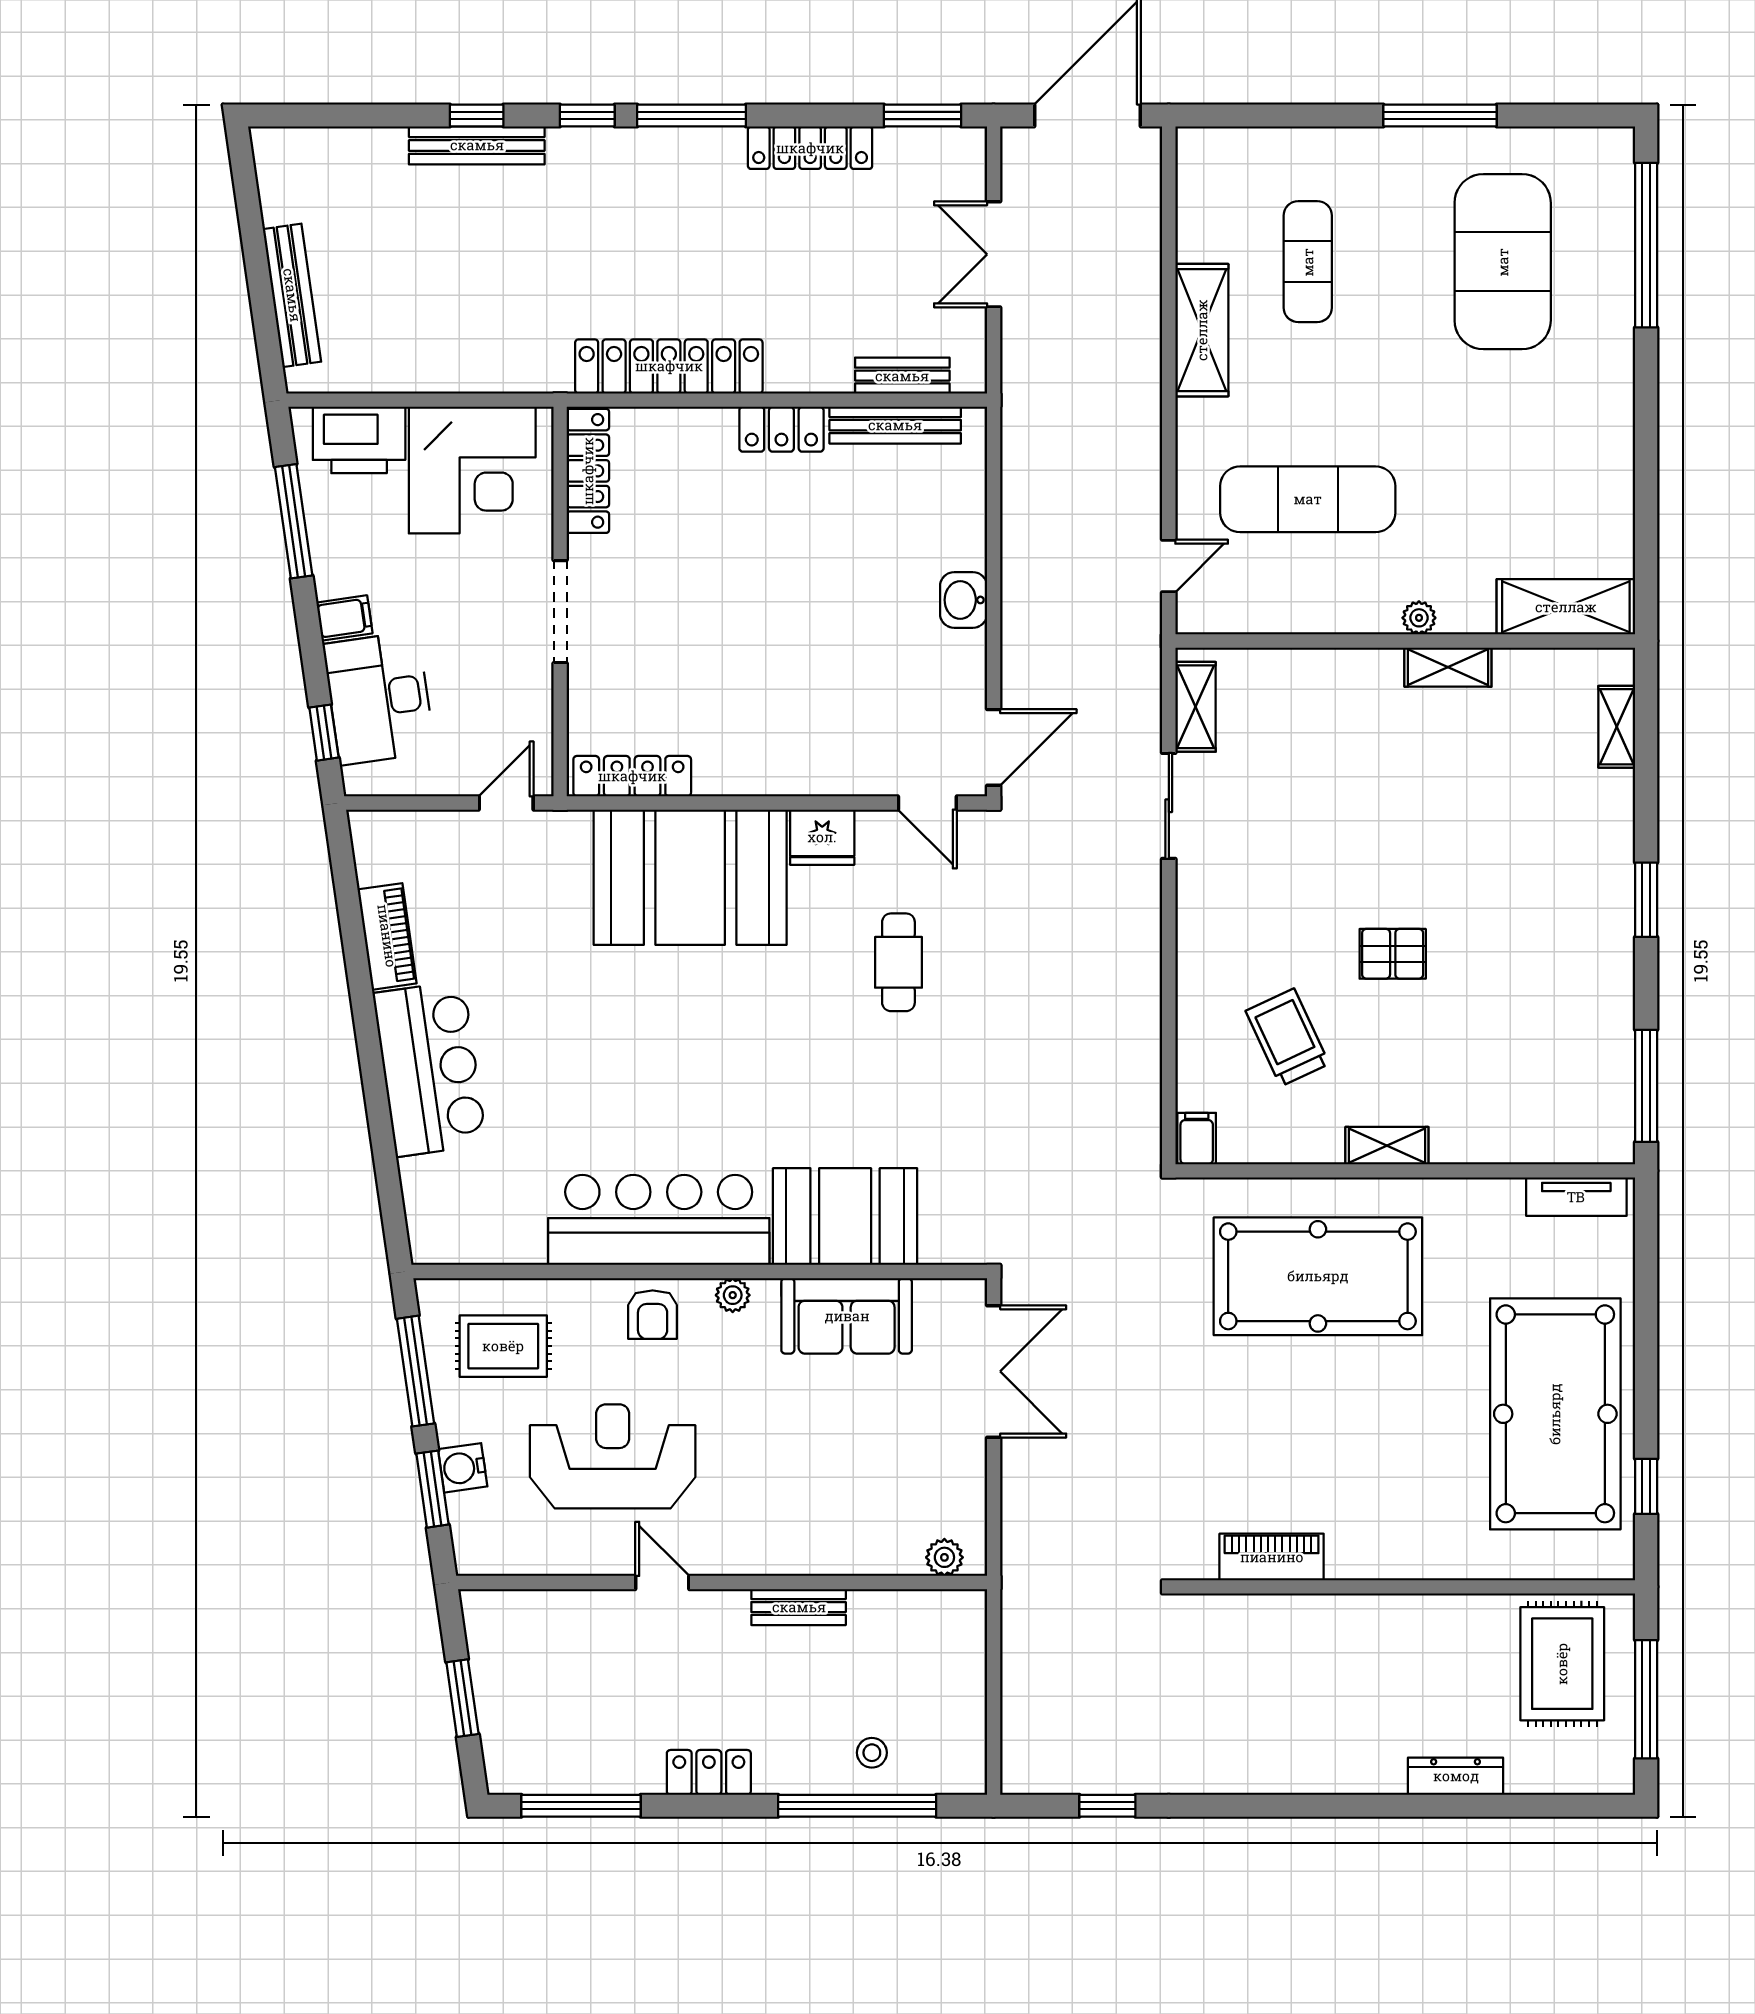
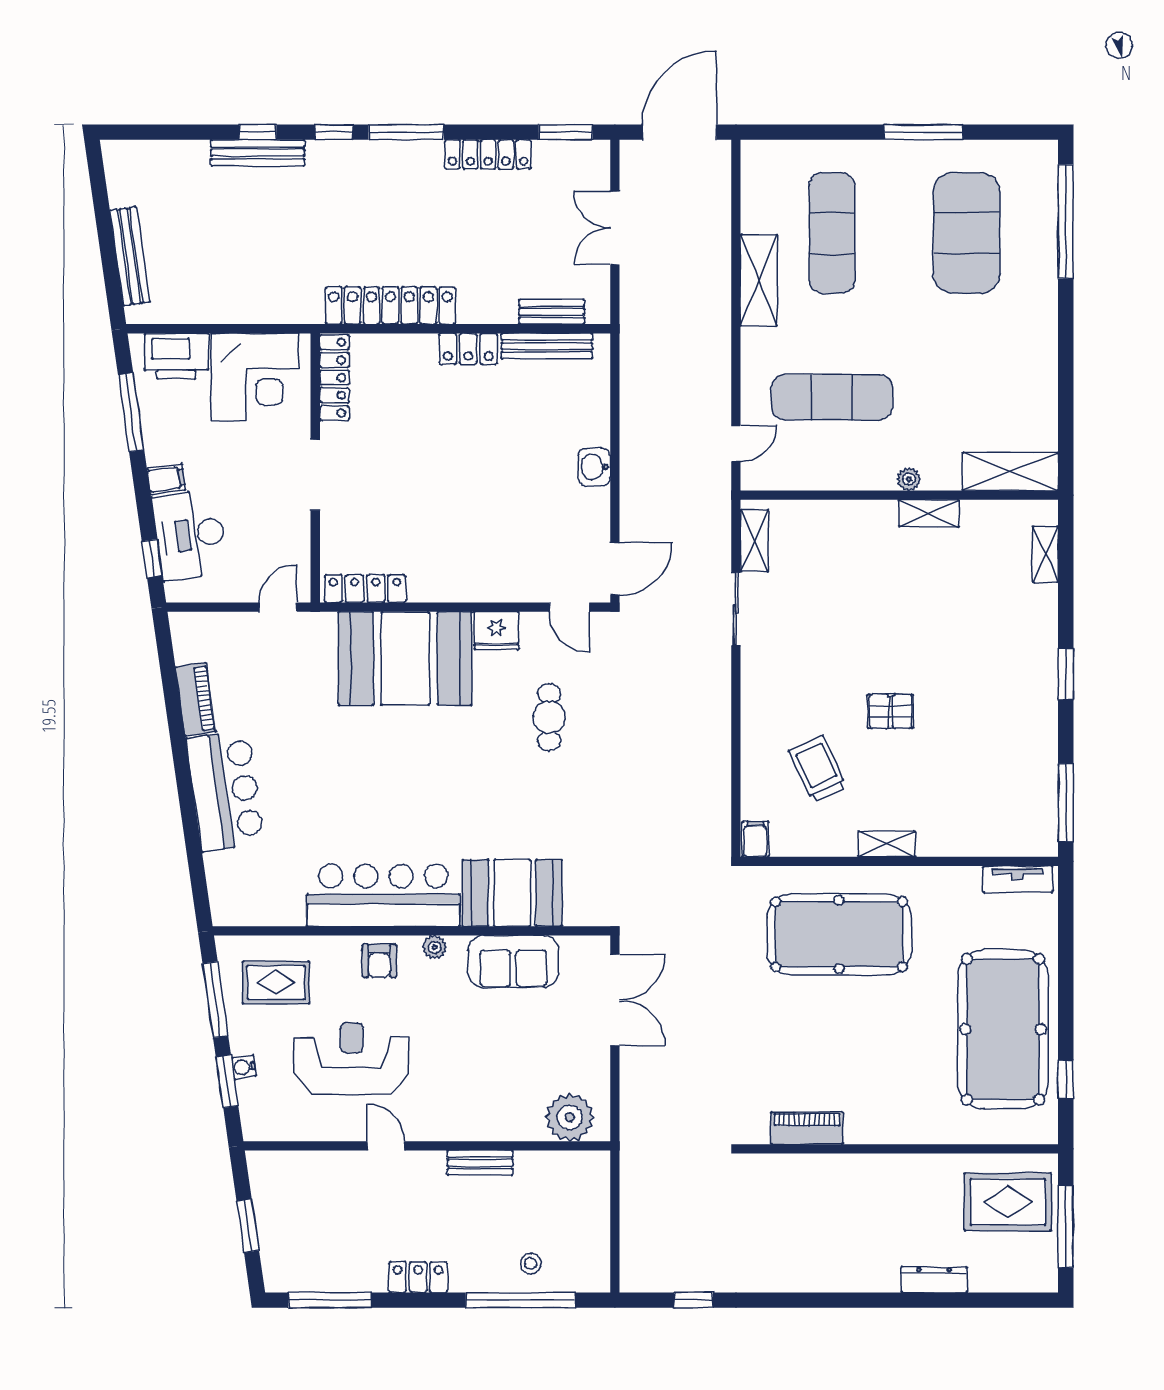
exercise mat: (1308, 262) -> (832, 233), width x1.36, depth x1.45
water cooler: (463, 1468) -> (244, 1067), width x0.72, depth x0.72
plant: (944, 1557) -> (570, 1117), width x1.87, depth x1.87
rug: (1562, 1664) -> (1008, 1202), turned 90

